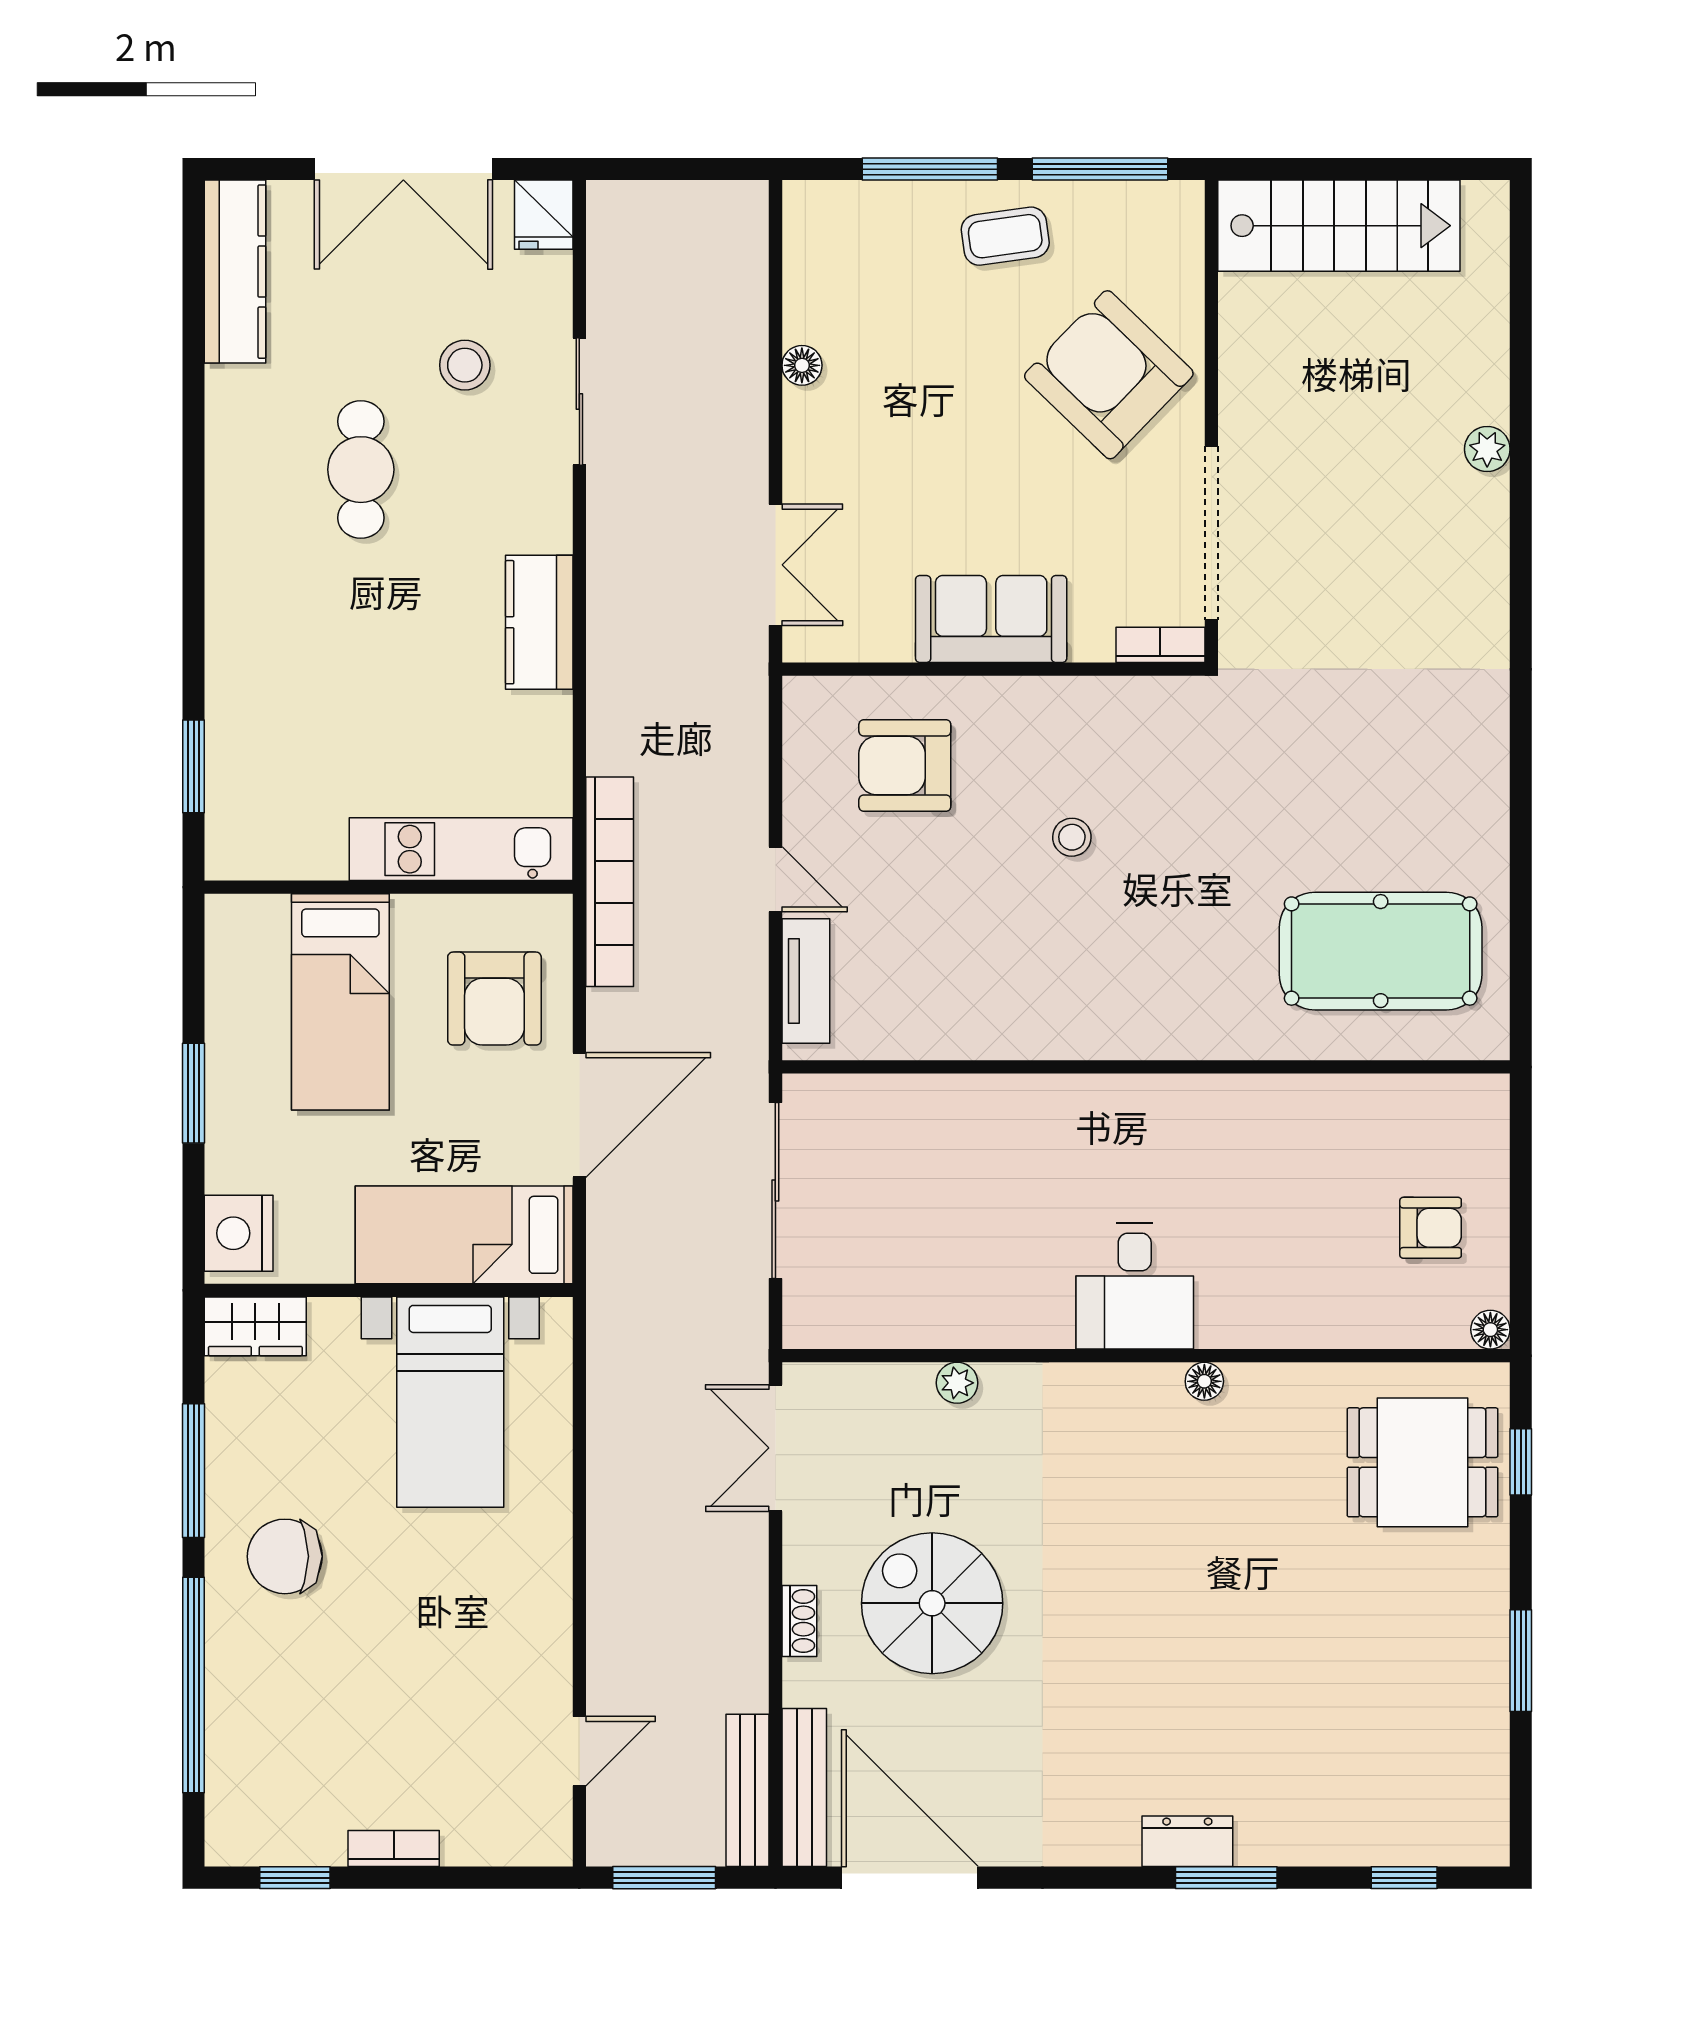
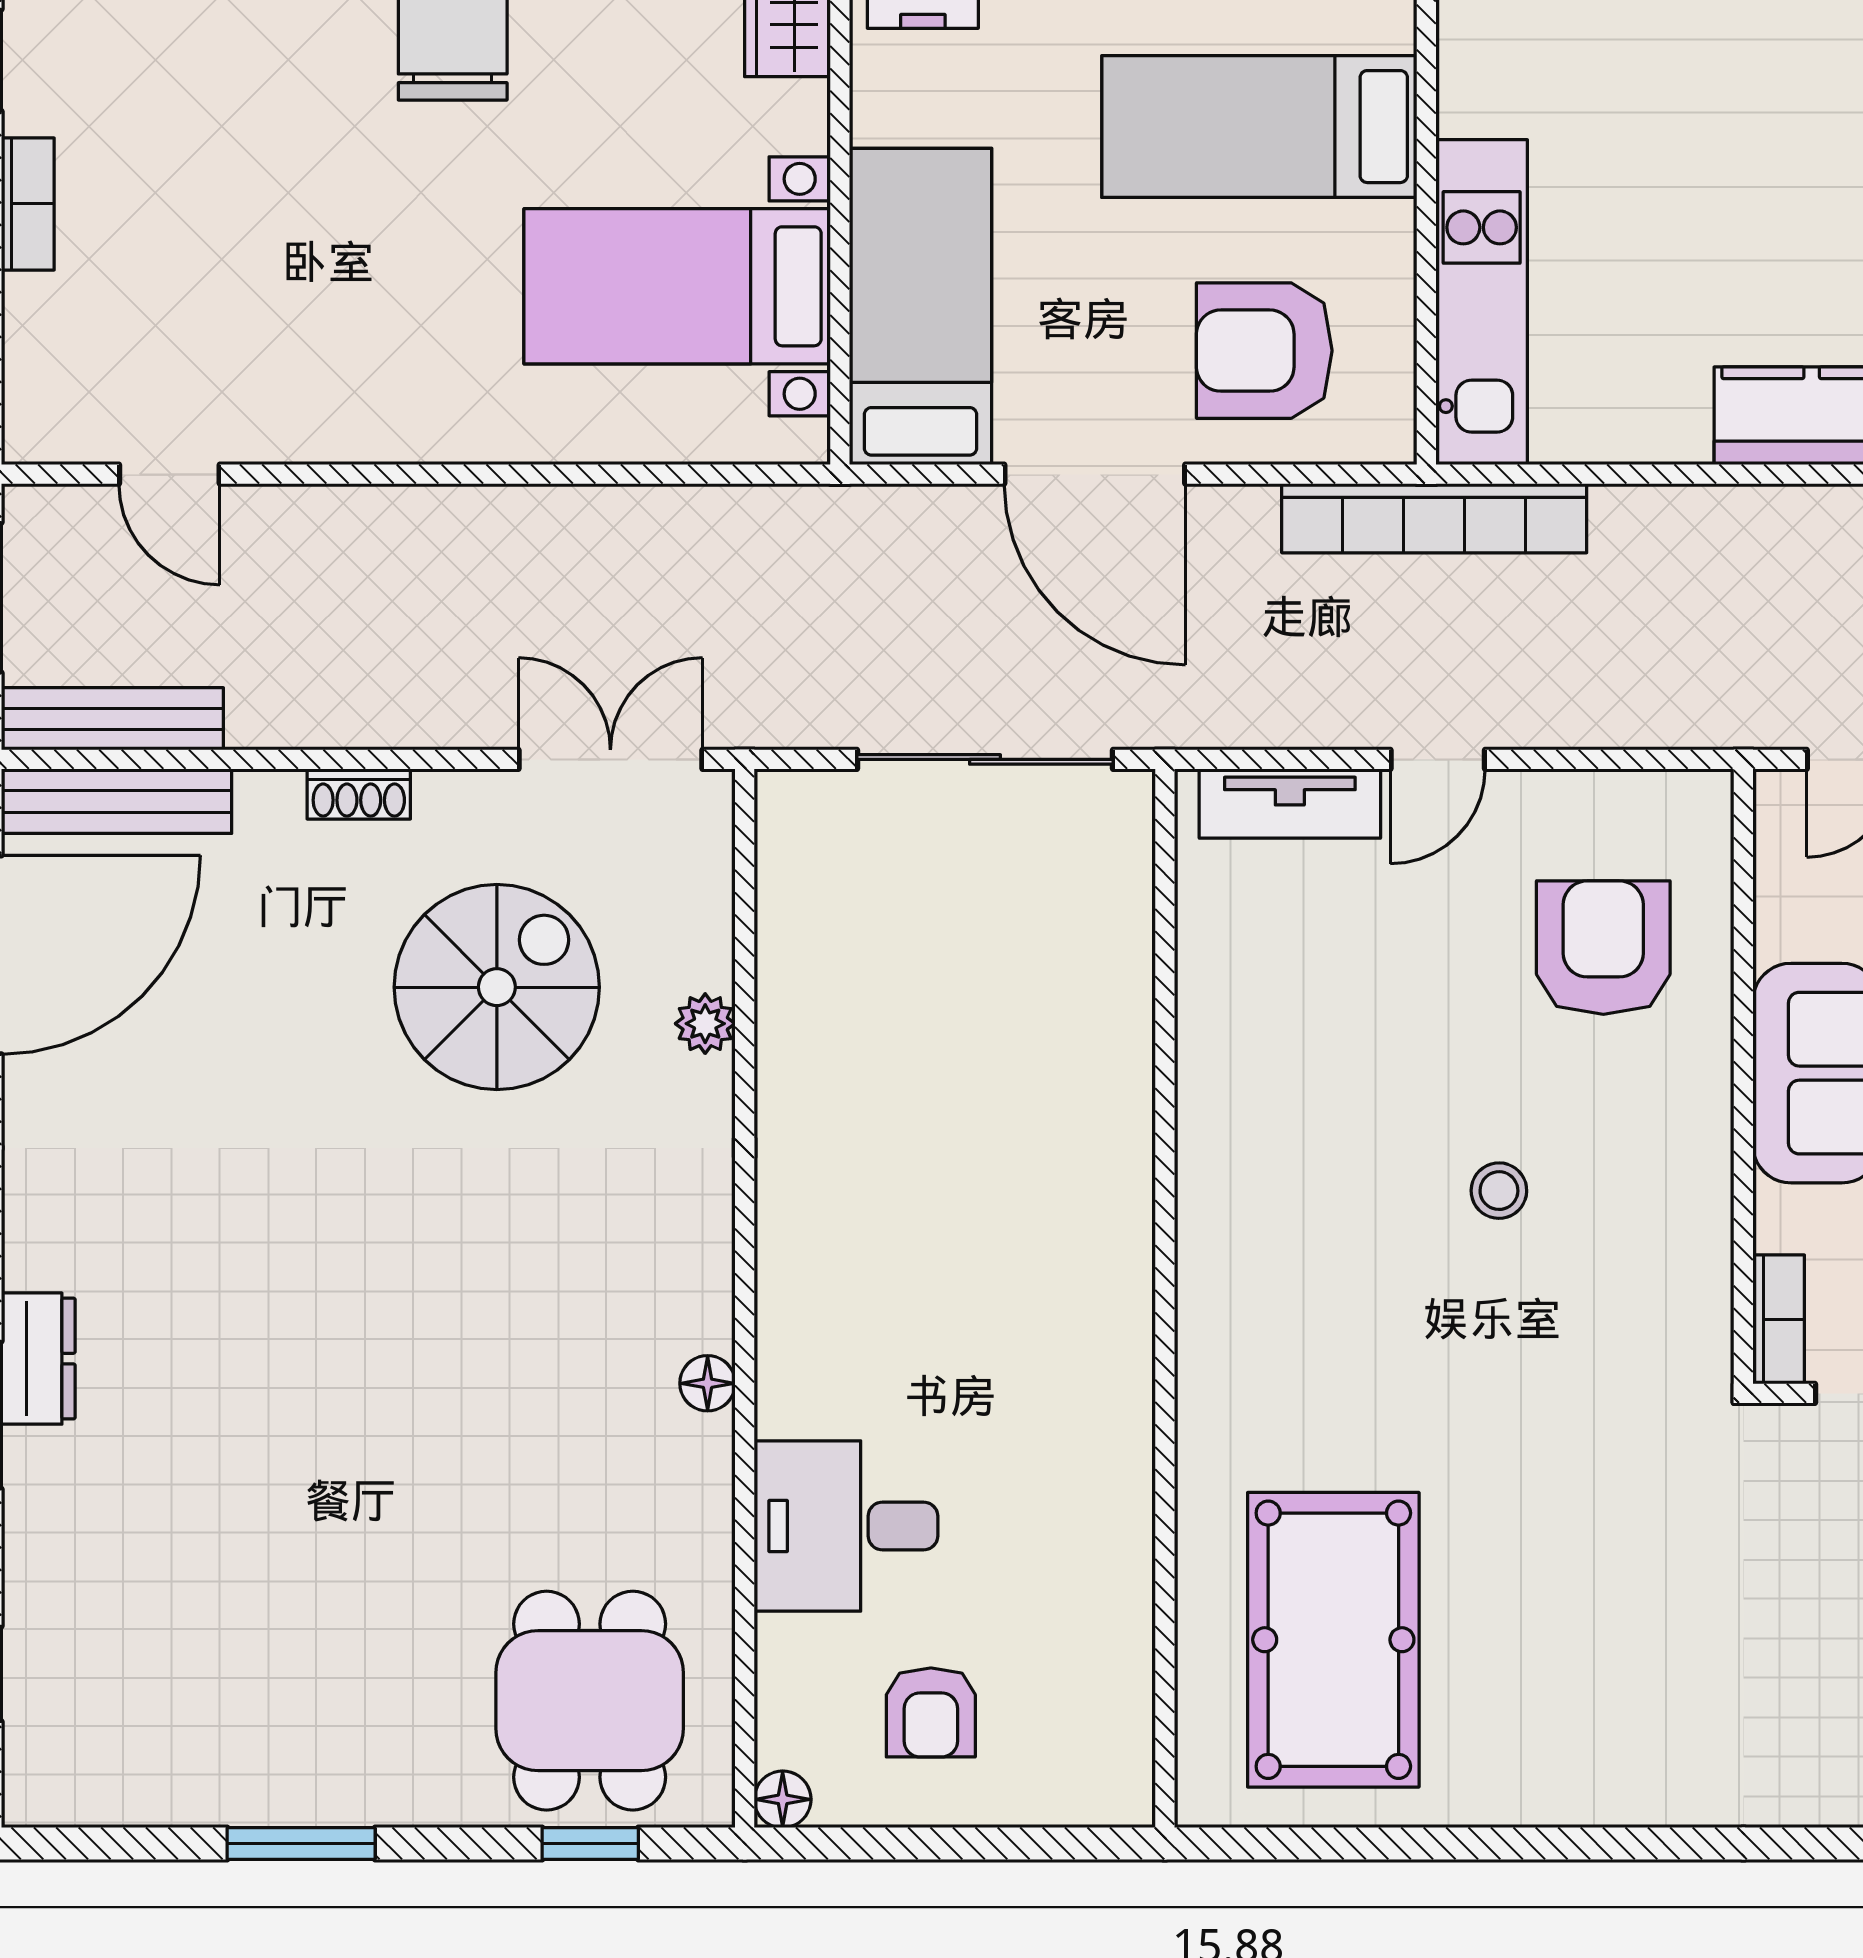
desk: (1135, 1286) -> (846, 1526), moved
spiral stairs: (932, 1603) -> (497, 987), moved

